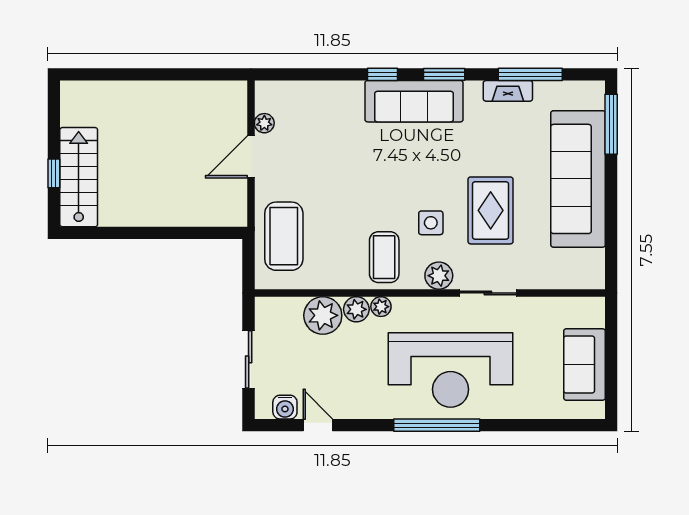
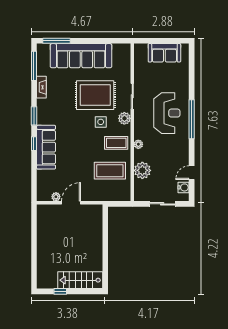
window: (530, 74) -> (34, 66), moved
sofa: (414, 101) -> (46, 147), moved
door: (251, 157) -> (71, 203), swing flipped
window: (54, 173) -> (60, 291), moved
rug: (491, 210) -> (95, 95), width x1.37, depth x1.44
coffee table: (284, 236) -> (110, 171), moved
plant: (356, 309) -> (140, 155), removed
reception desk: (451, 370) -> (167, 113), width x0.74, depth x0.77

